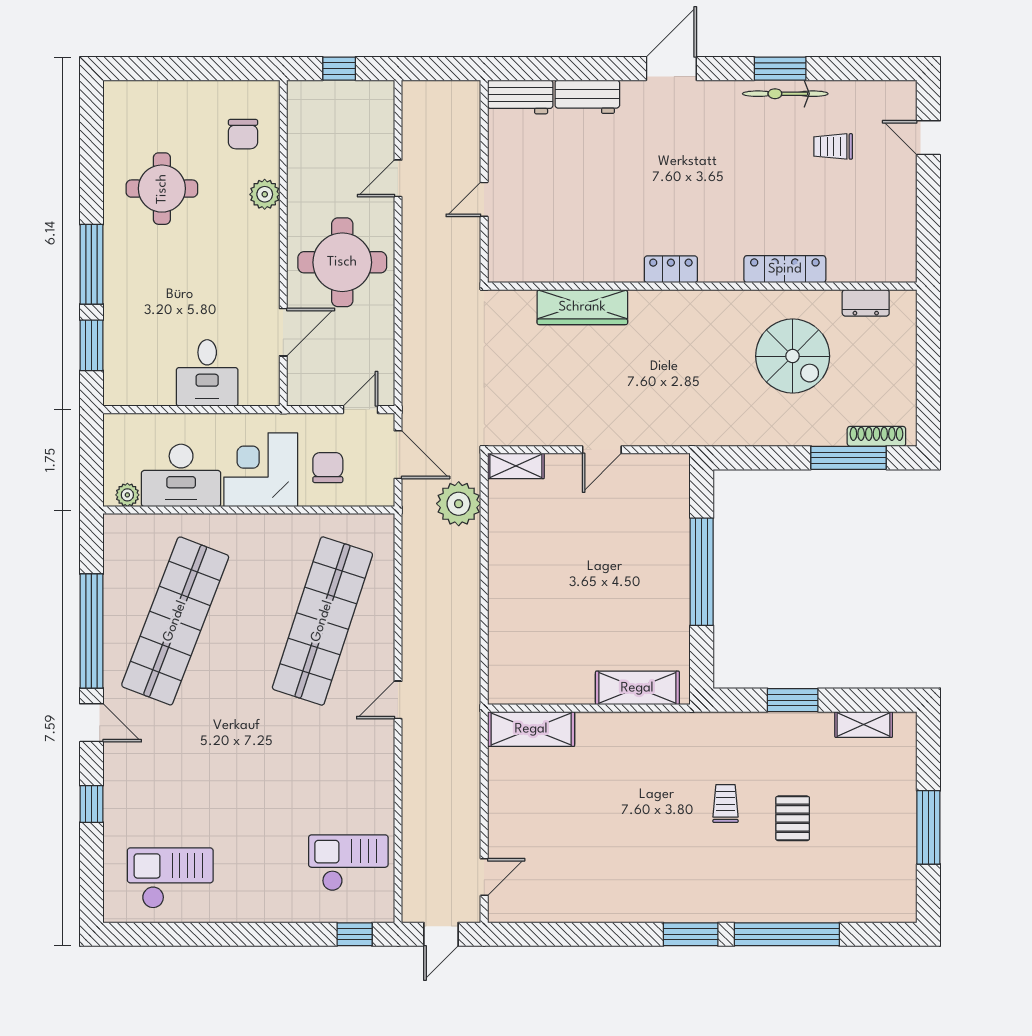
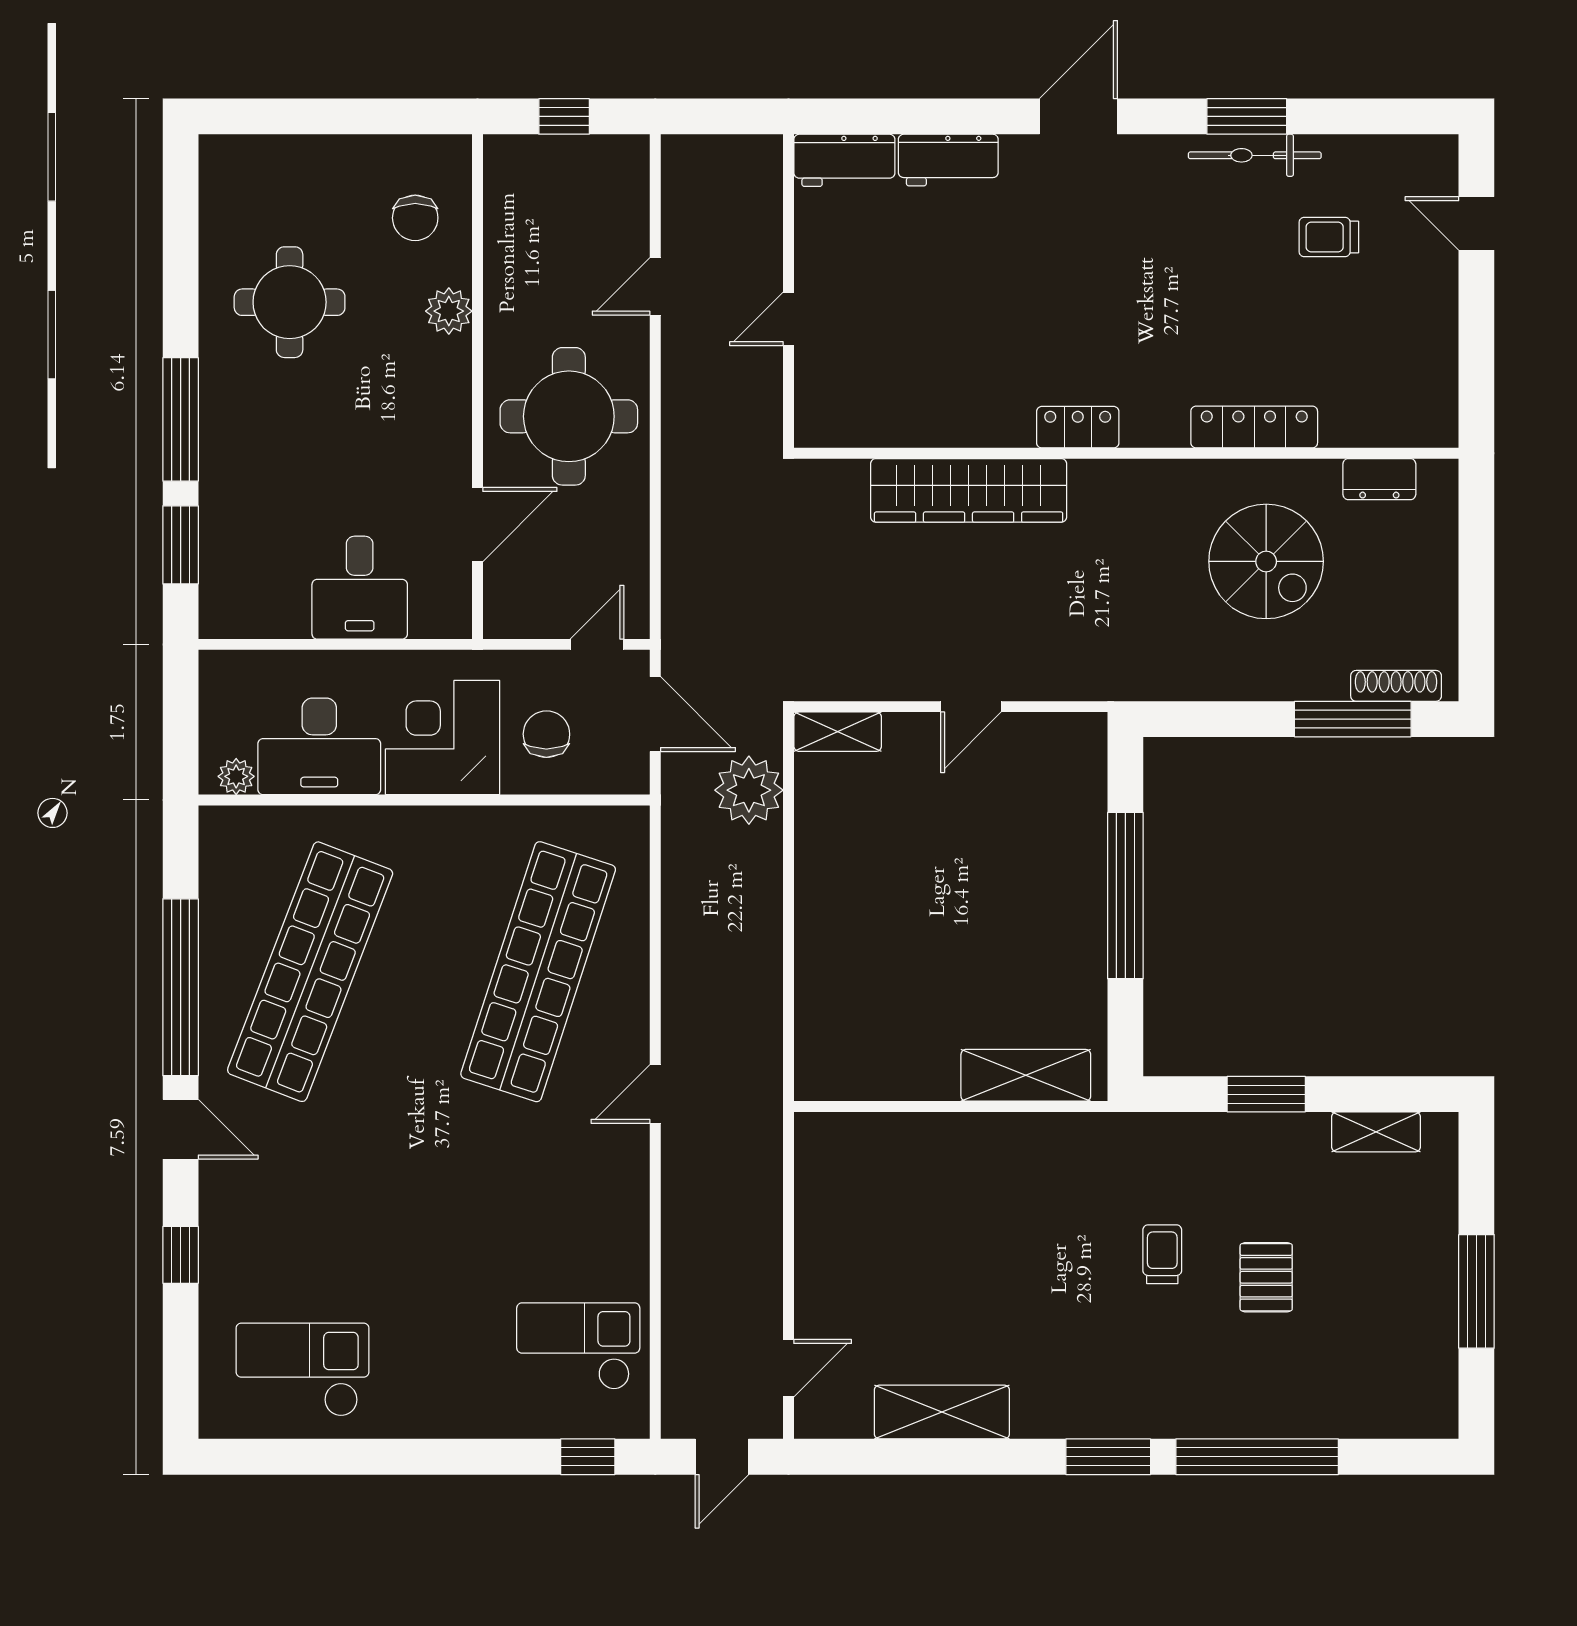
wardrobe: (582, 307) -> (969, 490), width x1.40, depth x1.17
shelving: (531, 729) -> (942, 1412), moved

